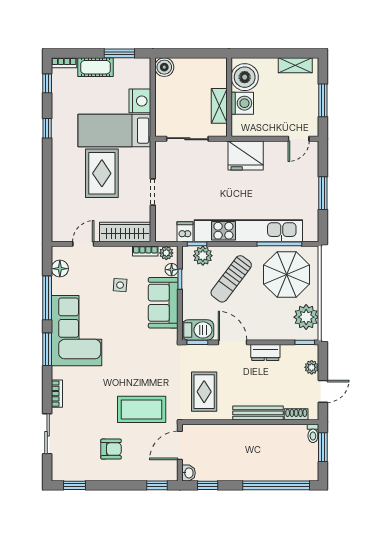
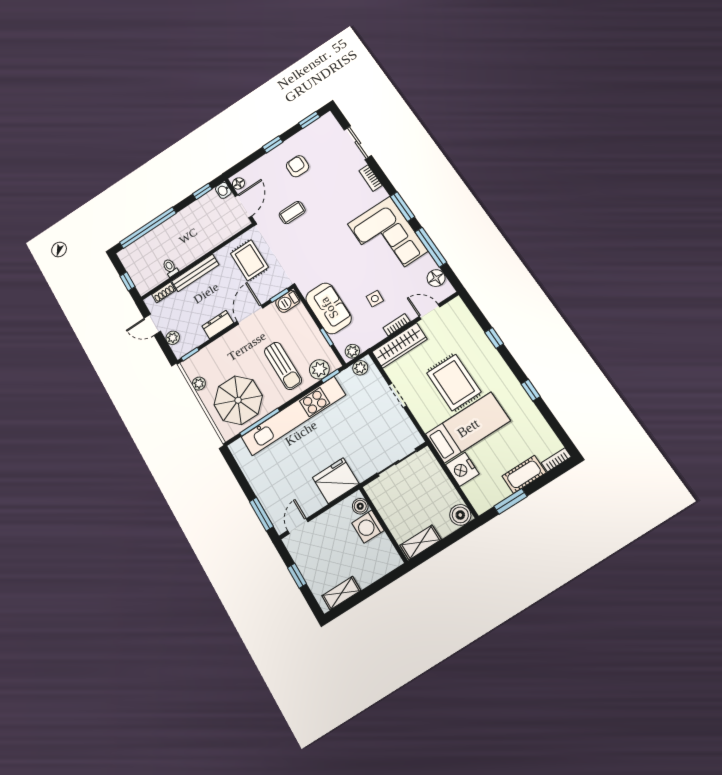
boiler: (245, 77) -> (360, 506), moved, width x0.54, depth x0.54
window: (47, 83) -> (494, 338), moved
window: (323, 100) -> (297, 576), width x0.67
shelving: (219, 106) -> (421, 542), moved, turned 90
window: (323, 193) -> (261, 514), moved
dishwasher: (185, 232) -> (347, 380), removed
plant: (169, 235) -> (360, 368), added
door: (83, 244) -> (430, 312), swing flipped
bookcase: (145, 251) -> (397, 325), moved
floor lamp: (172, 270) -> (238, 183), moved
sun lounger: (231, 279) -> (283, 366), turned 143
plant: (306, 317) -> (199, 384), width x0.53, depth x0.53
barbecue: (198, 330) -> (288, 301), width x0.73, depth x0.79
door: (233, 342) -> (250, 315), swing flipped
door: (323, 391) -> (152, 325), hinge flipped
coffee table: (142, 409) -> (292, 213), width x0.54, depth x0.58
toilet: (313, 433) -> (170, 268), moved
window: (323, 447) -> (127, 281), width x0.67
armchair: (111, 449) -> (298, 166), turned 90
window: (157, 485) -> (273, 144), moved

